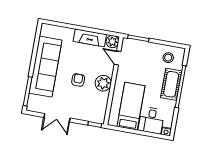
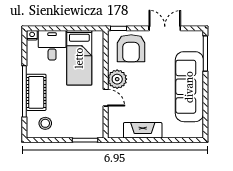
plant: (112, 42) -> (115, 131), removed
door: (117, 58) -> (106, 98), moved
armchair: (78, 80) -> (131, 48), moved, width x1.88, depth x1.88

